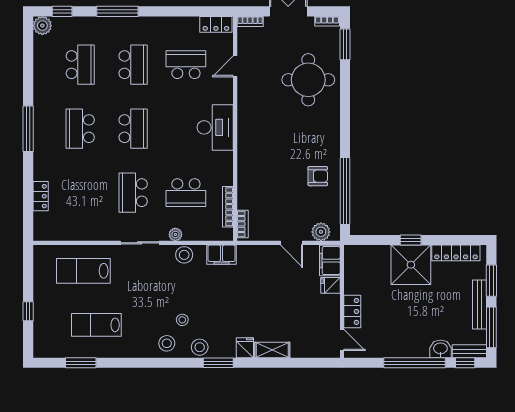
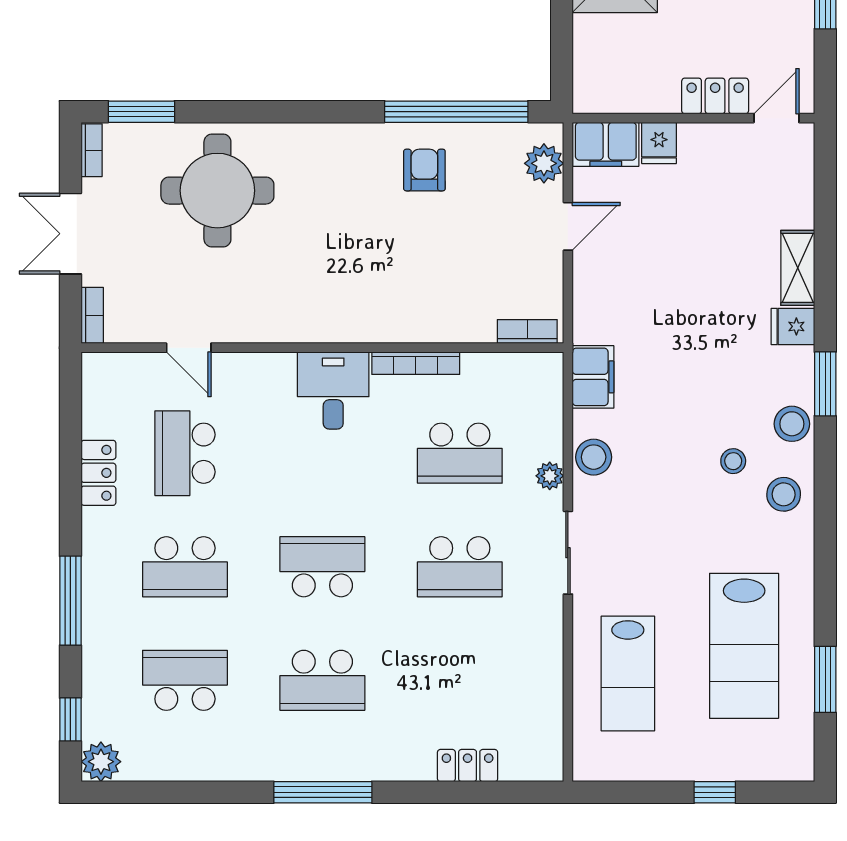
locker: (216, 24) -> (98, 473), moved
school desk: (133, 65) -> (185, 567), turned 180
desk: (215, 127) -> (333, 390), width x0.73
school desk: (186, 193) -> (460, 453), turned 90
bookcase: (228, 207) -> (416, 363), moved
lab bench: (96, 325) -> (744, 646), width x1.36, depth x1.39

